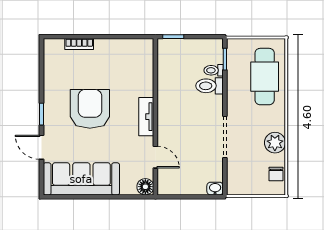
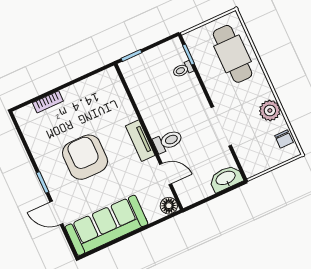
toilet: (210, 86) -> (168, 141), moved, turned 180
washbasin: (215, 189) -> (226, 178), width x1.91, depth x1.45

